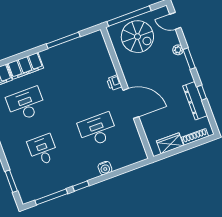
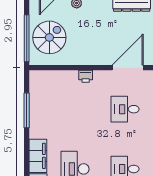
door: (131, 103) -> (128, 68), moved
desk: (97, 130) -> (125, 109), width x0.73

